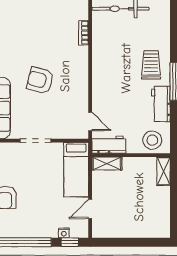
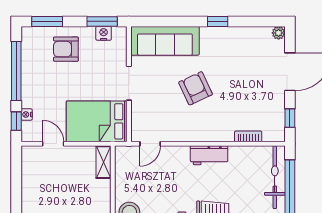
armchair: (40, 80) -> (196, 88), turned -40
workbench: (109, 145) -> (209, 155), moved, turned 90
bed: (76, 170) -> (97, 121), width x1.50

